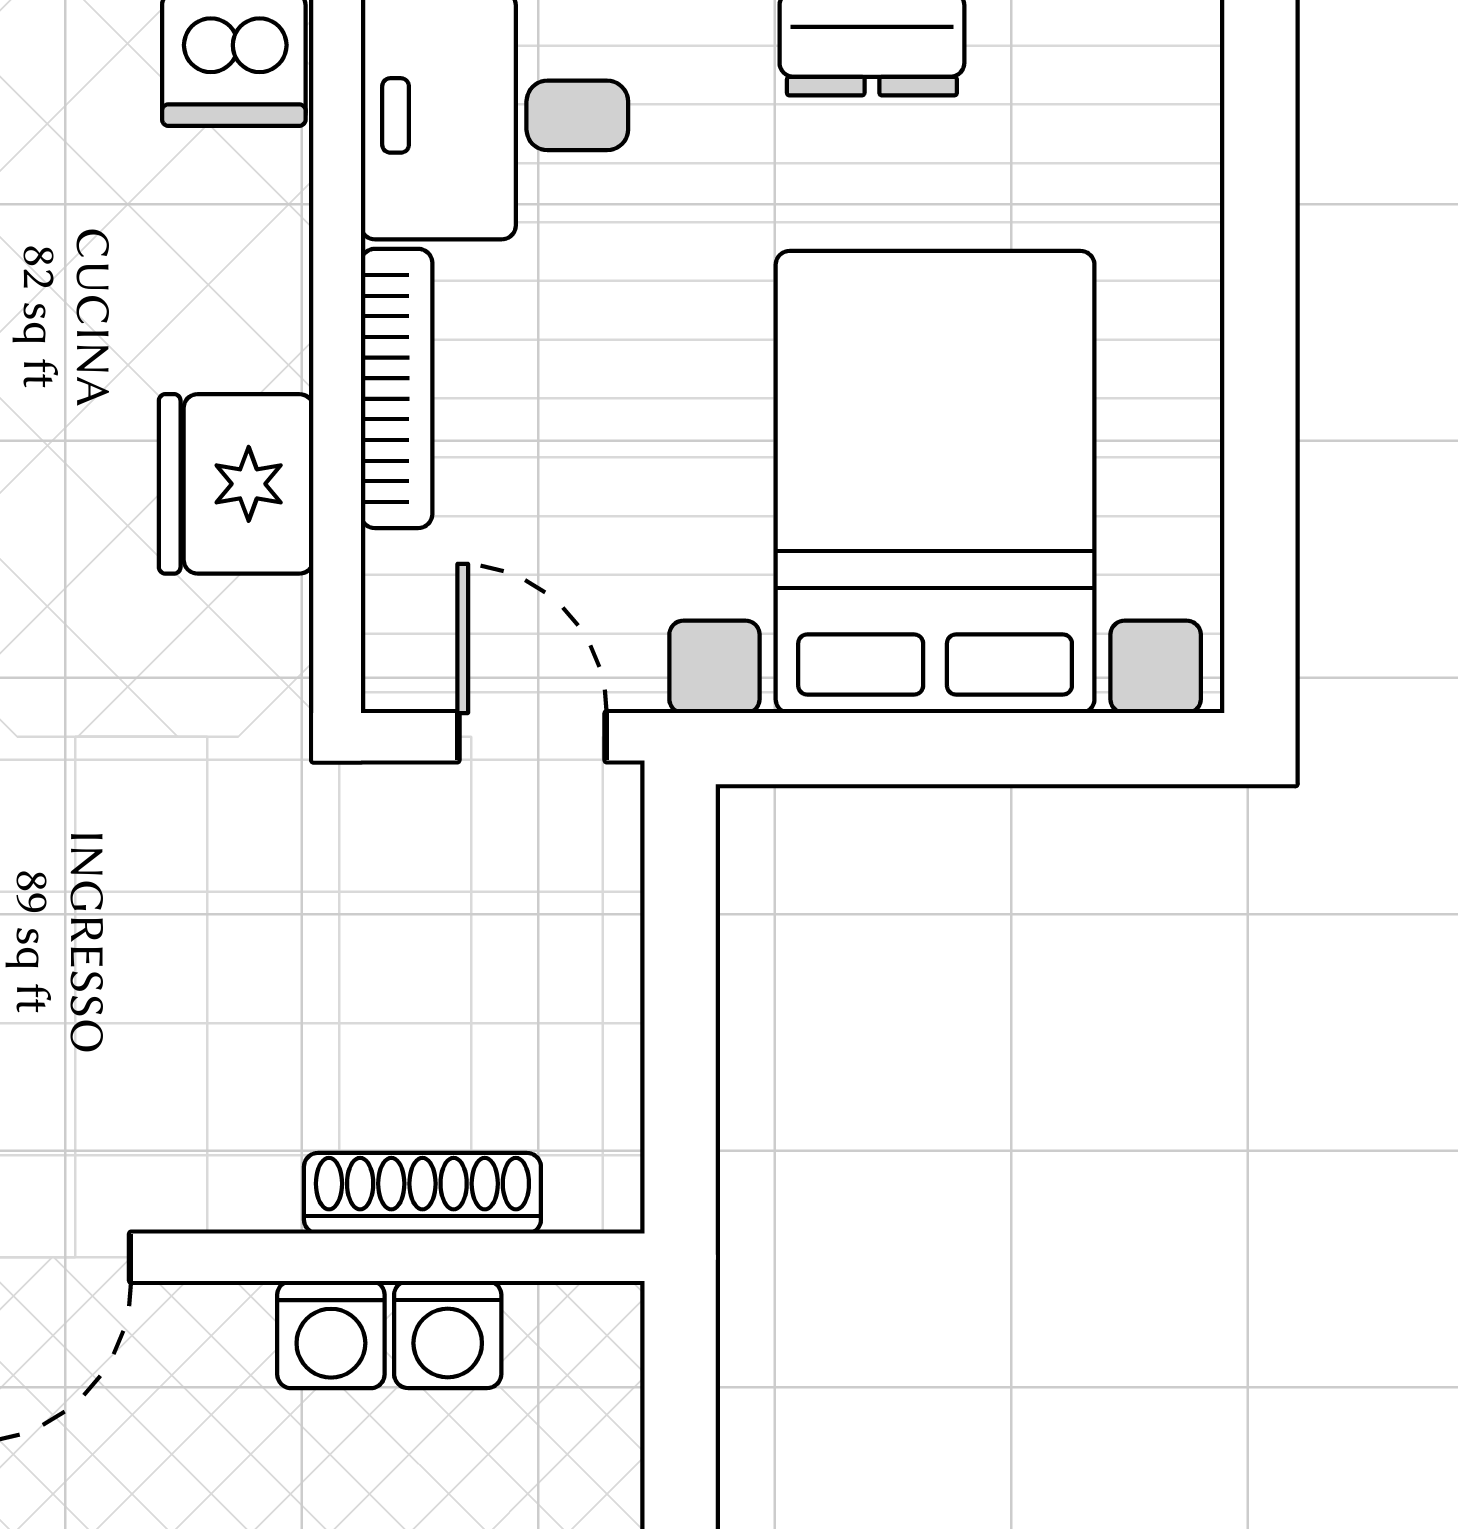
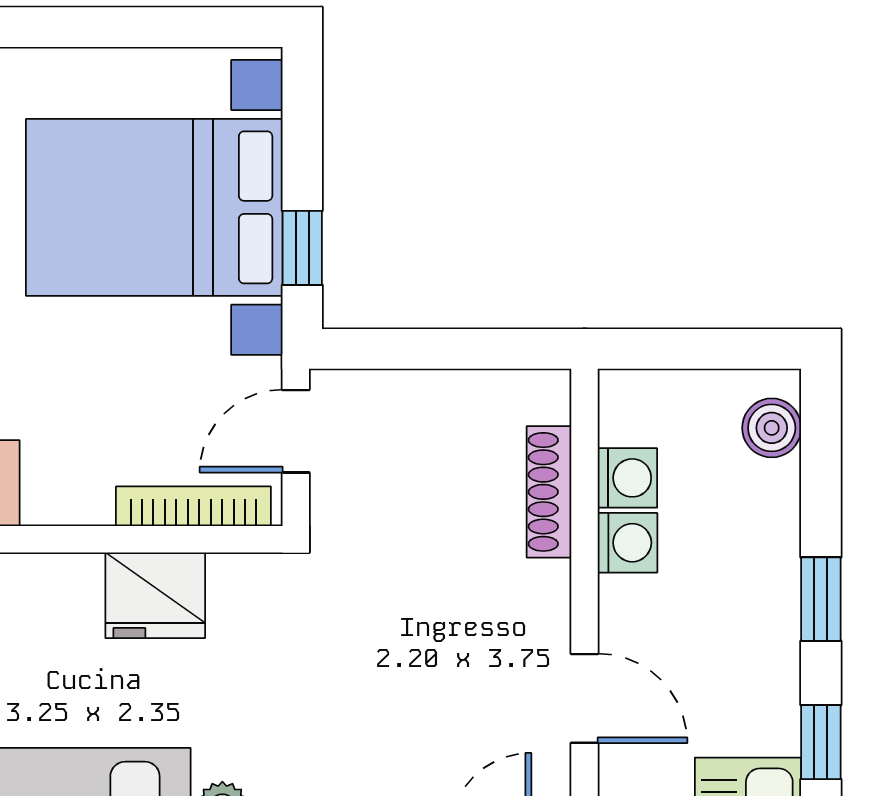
bookcase: (397, 388) -> (193, 506), moved
window: (862, 749) -> (302, 248), added

